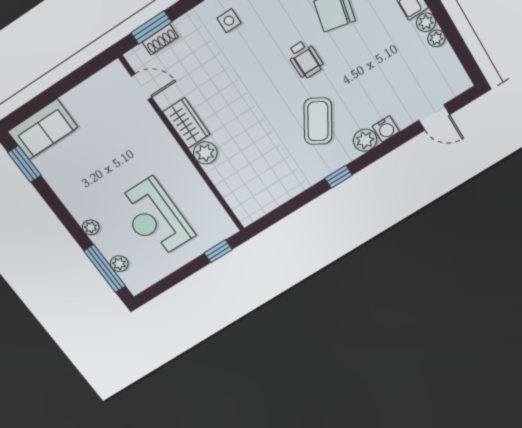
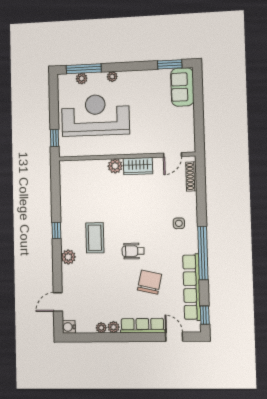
window: (151, 27) -> (201, 180), removed
shoe rack: (160, 39) -> (191, 176), width x1.43
coffee table: (318, 121) -> (95, 238), turned 59
water cooler: (386, 129) -> (69, 327), moved
reception desk: (155, 218) -> (95, 115), width x1.36, depth x1.30

